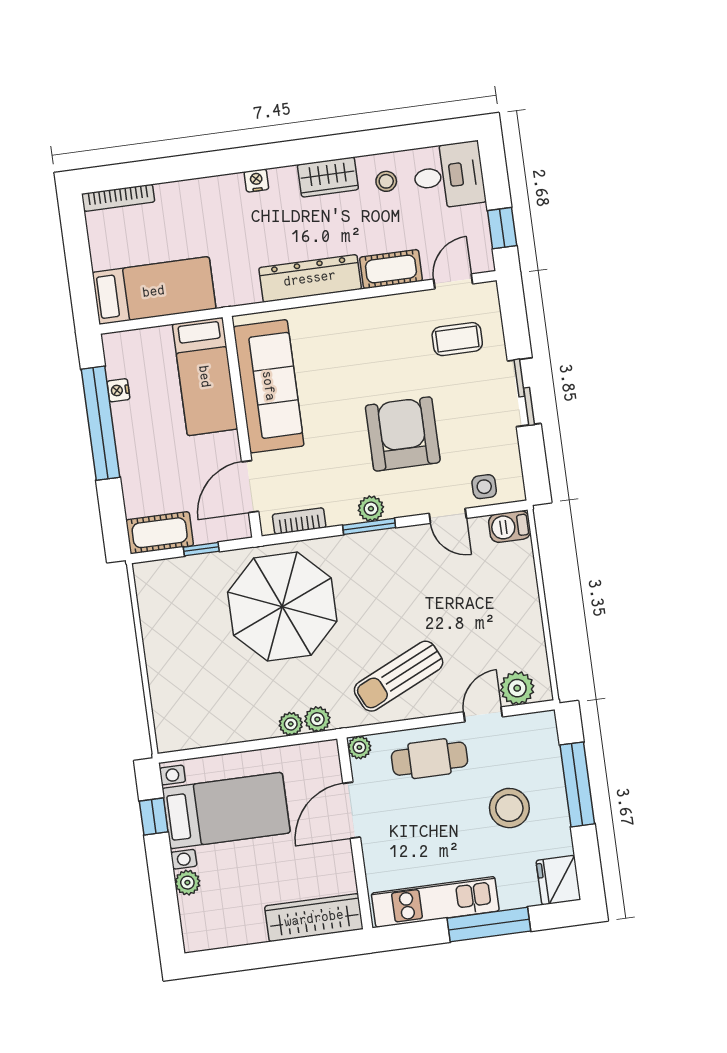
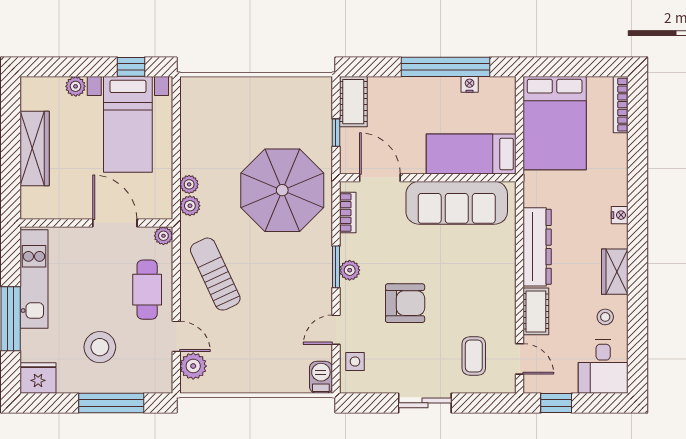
bed: (154, 291) -> (555, 123), width x1.50
armchair: (403, 434) -> (405, 303), width x0.73, depth x0.73
wardrobe: (314, 918) -> (35, 148), moved

